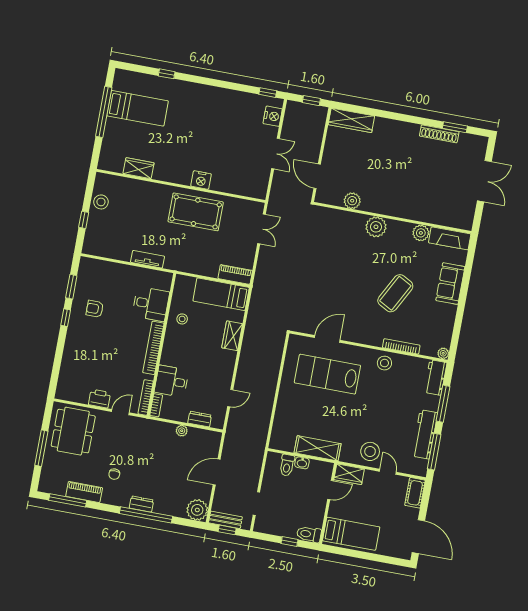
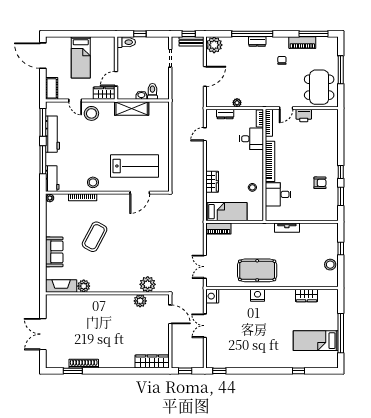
nightstand: (273, 116) -> (212, 296), moved
plant: (376, 227) -> (148, 284), moved
bed: (351, 534) -> (81, 57), moved, turned -90

